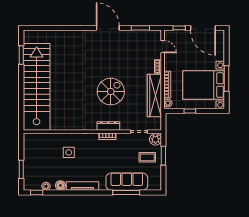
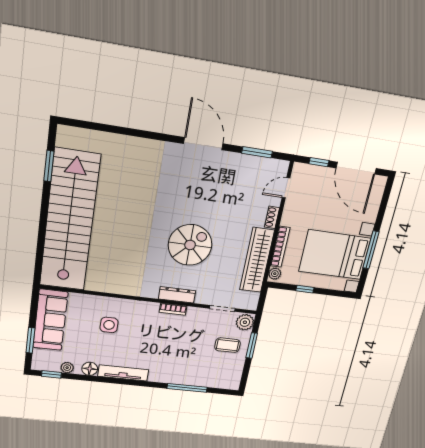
door: (163, 47) -> (286, 188), swing flipped
sofa: (127, 182) -> (50, 320), moved, turned 90

